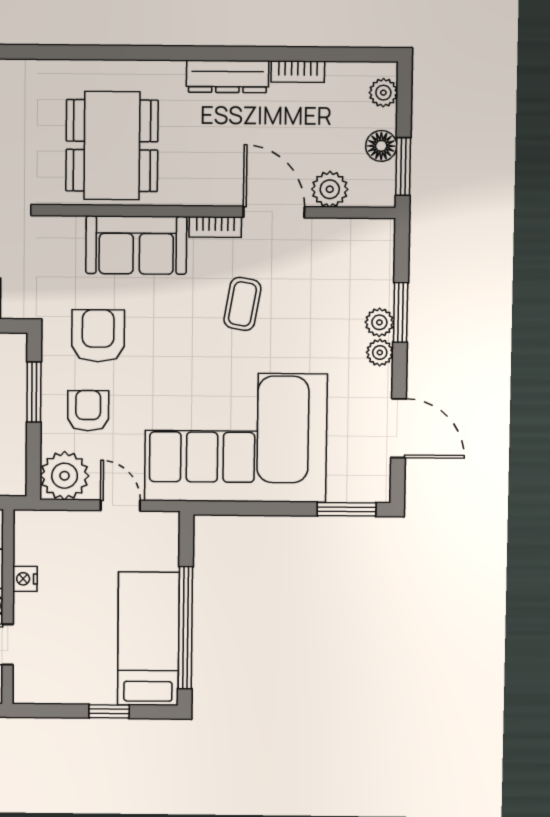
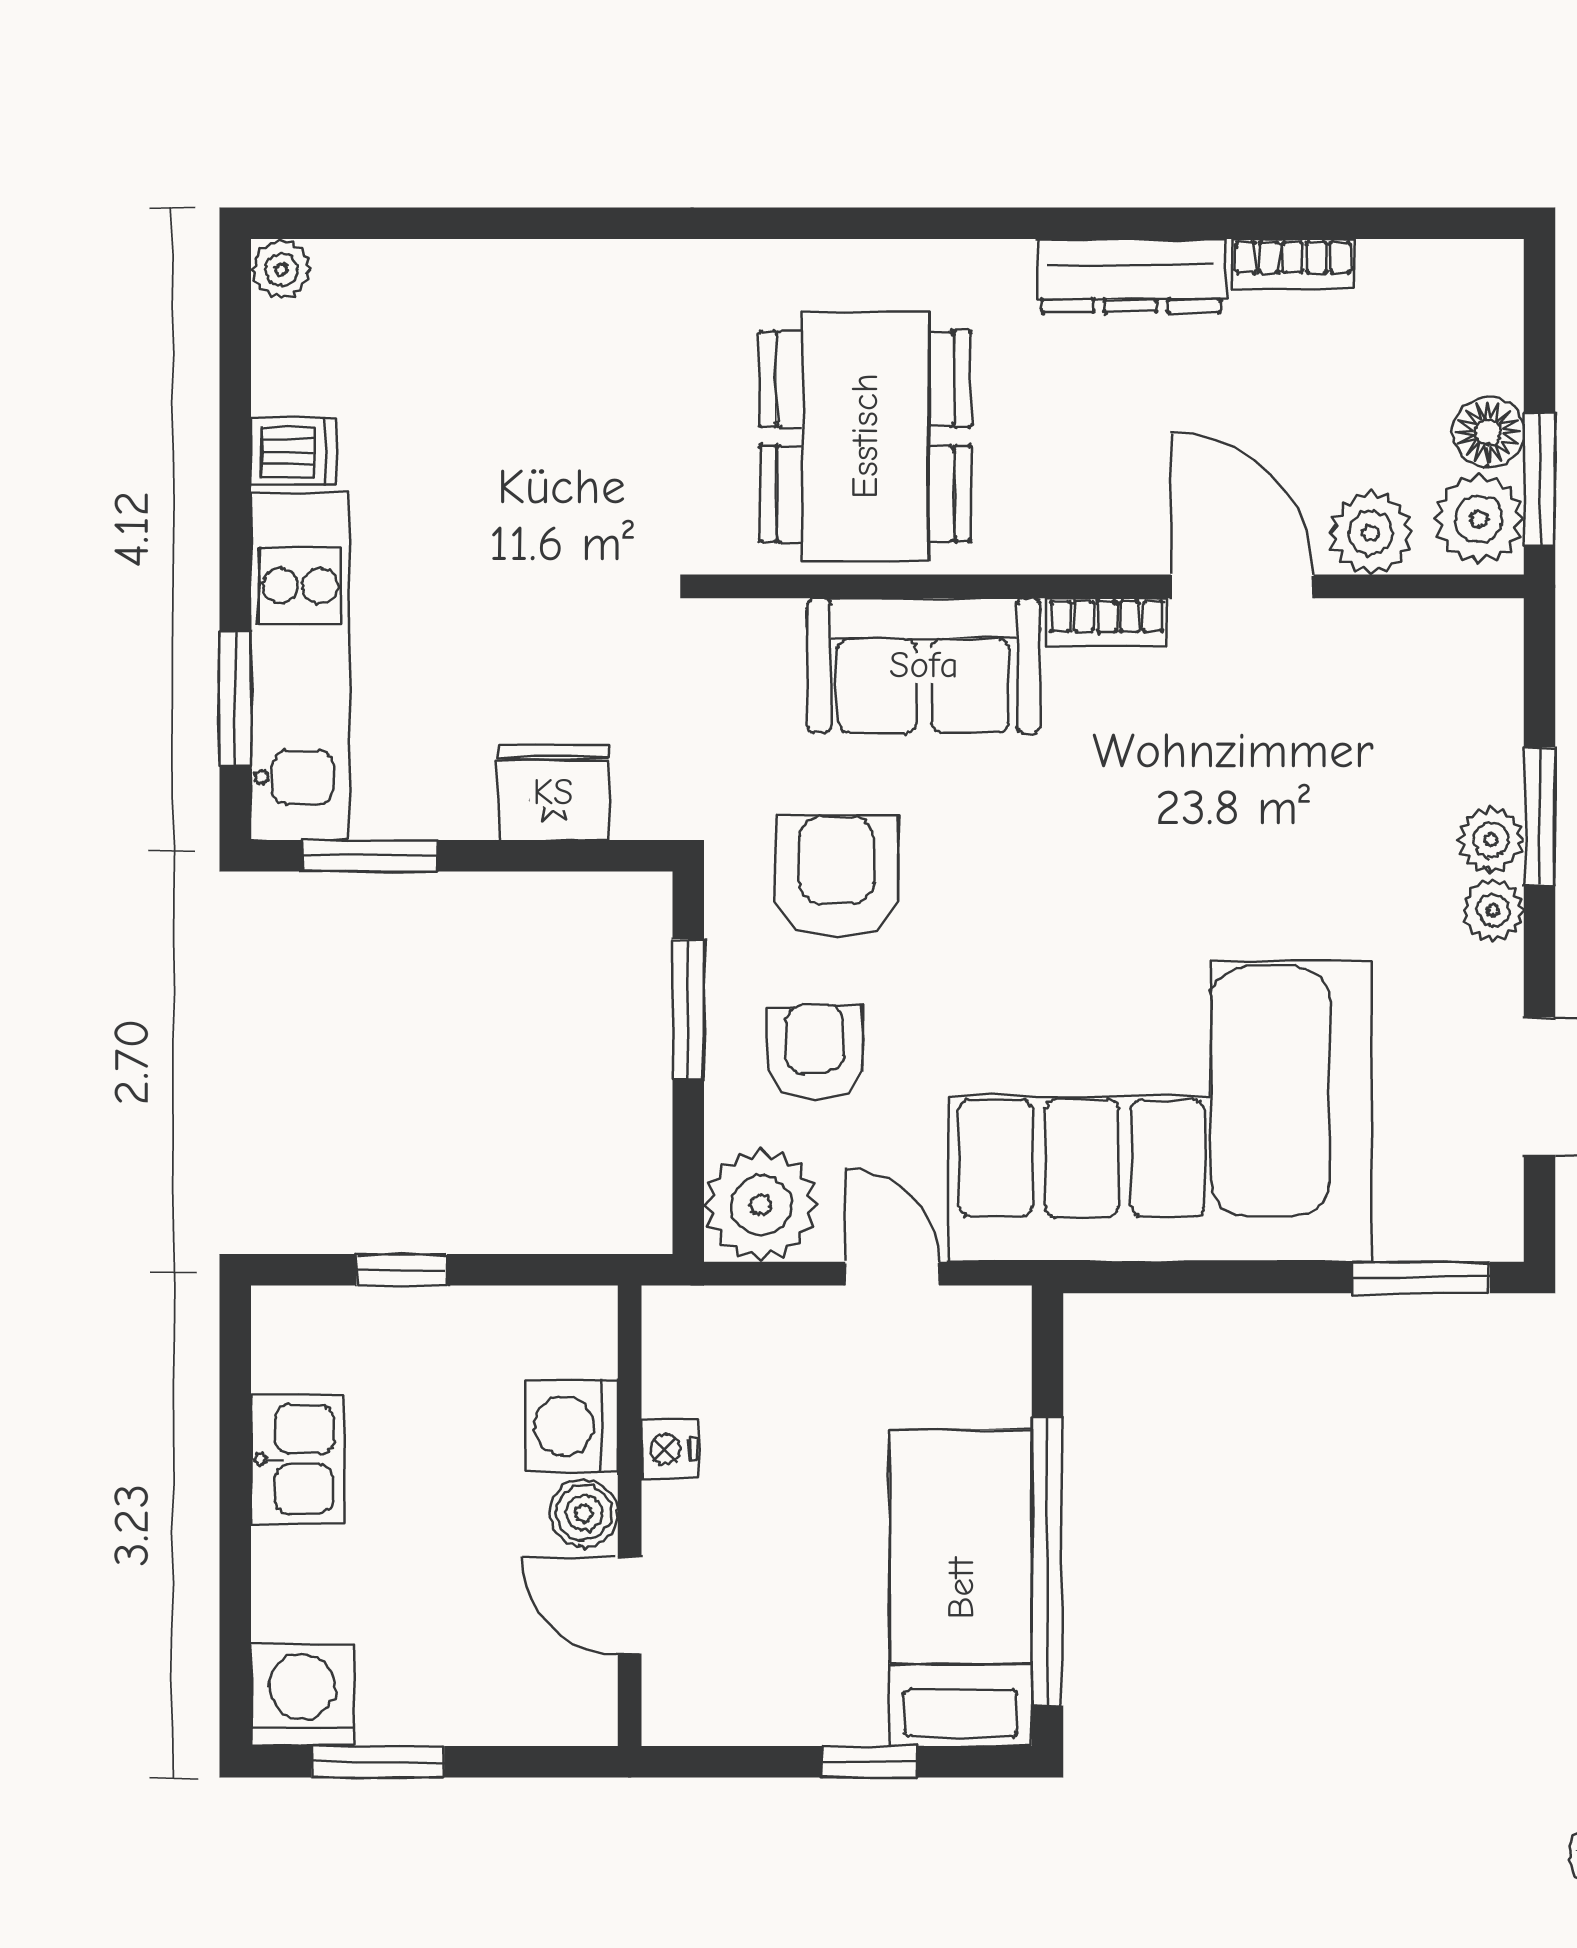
plant: (383, 93) -> (1479, 519), moved, width x1.38, depth x1.38
coffee table: (242, 304) -> (1172, 800), removed

